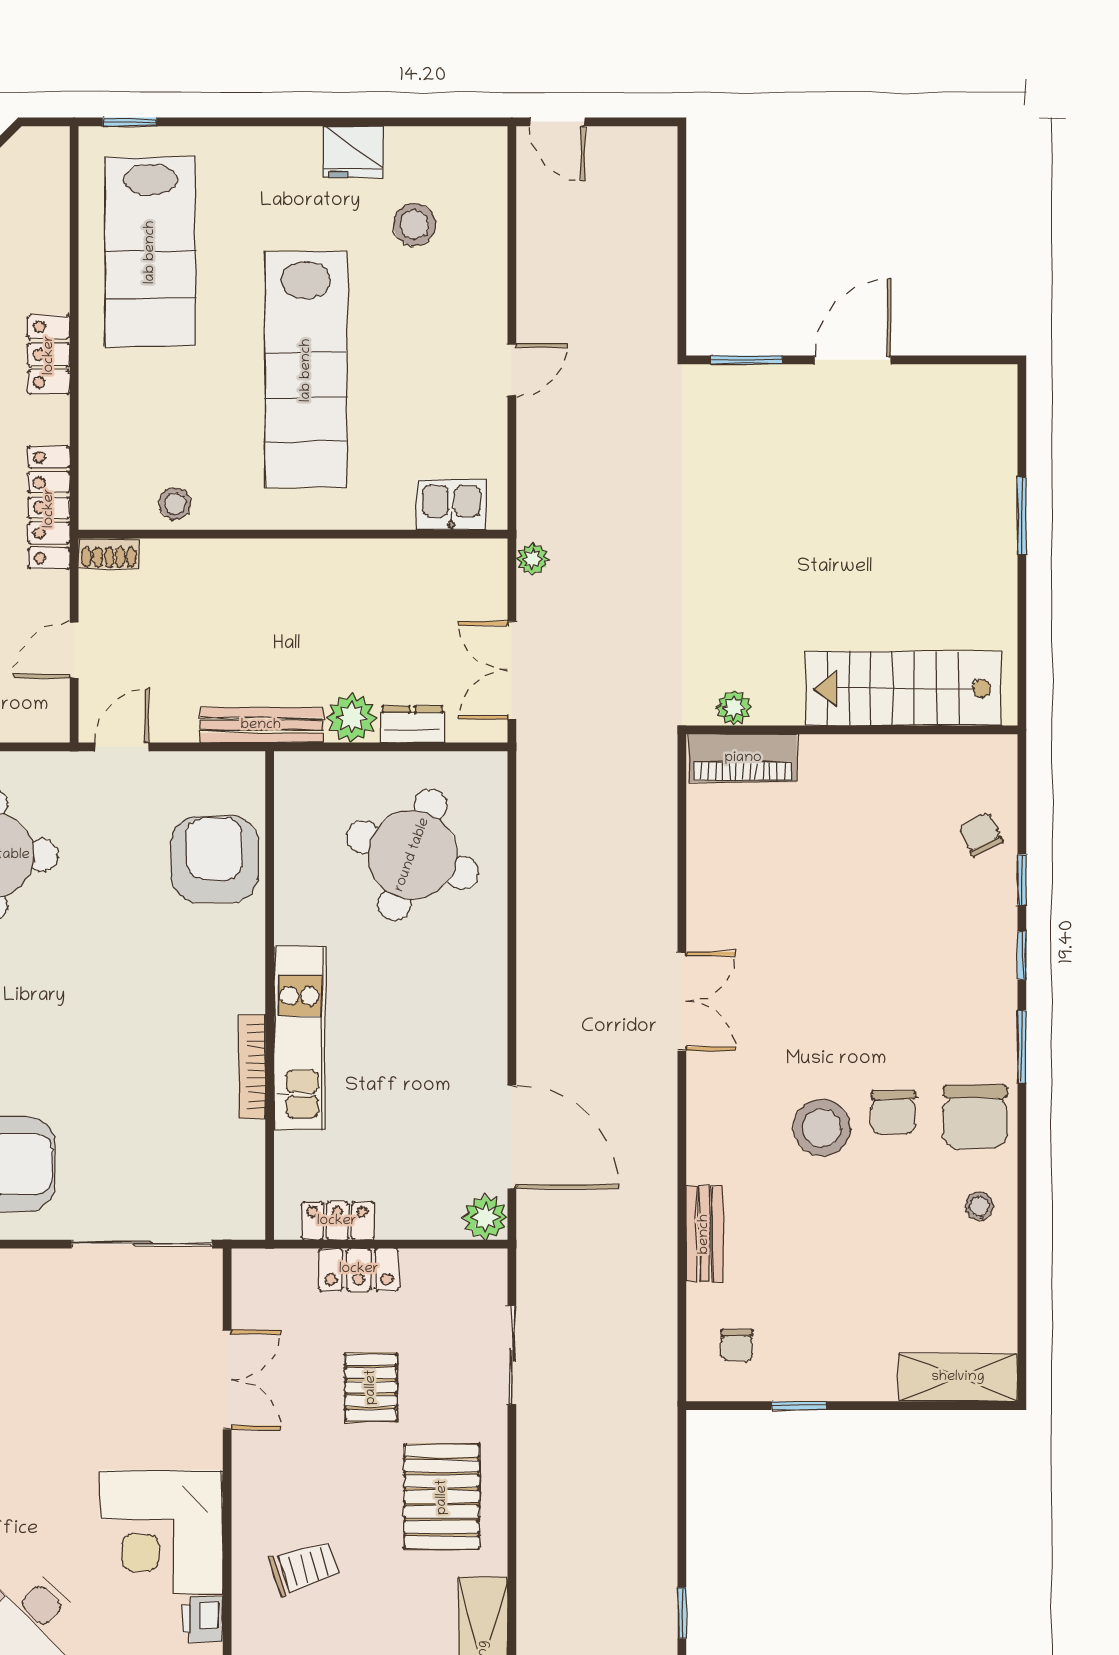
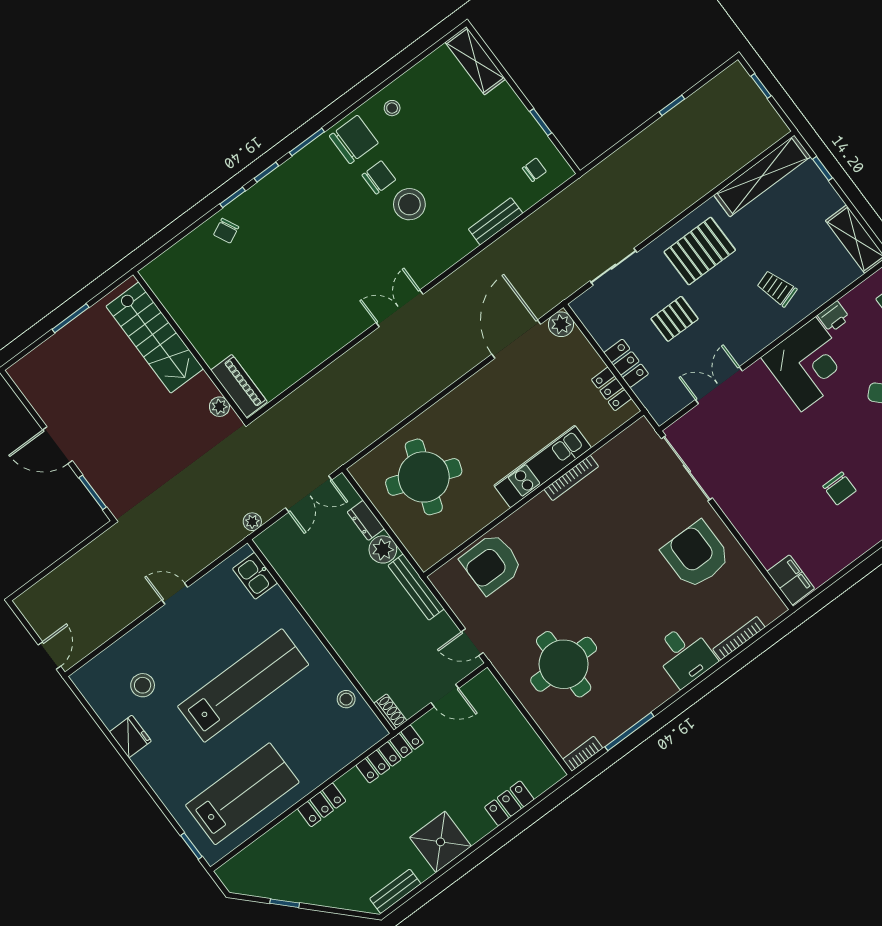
stairs: (903, 689) -> (155, 338), moved
plant: (734, 708) -> (219, 407), moved
wall: (852, 730) -> (190, 347), moved
piano: (743, 758) -> (239, 386), moved

